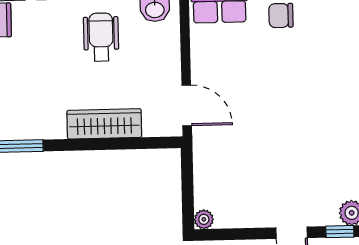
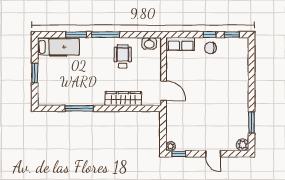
window: (340, 232) -> (179, 154), moved

